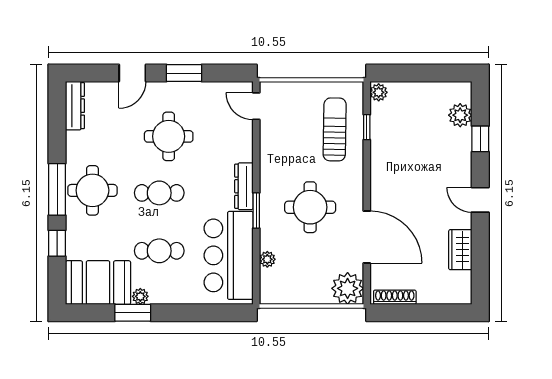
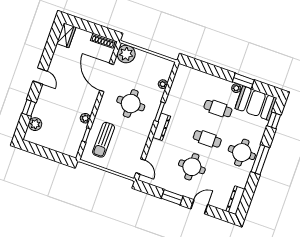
plant: (379, 92) -> (85, 118), moved
window: (57, 243) -> (274, 120), moved
wardrobe: (460, 250) -> (66, 35), moved
bar counter: (229, 255) -> (182, 93), removed

